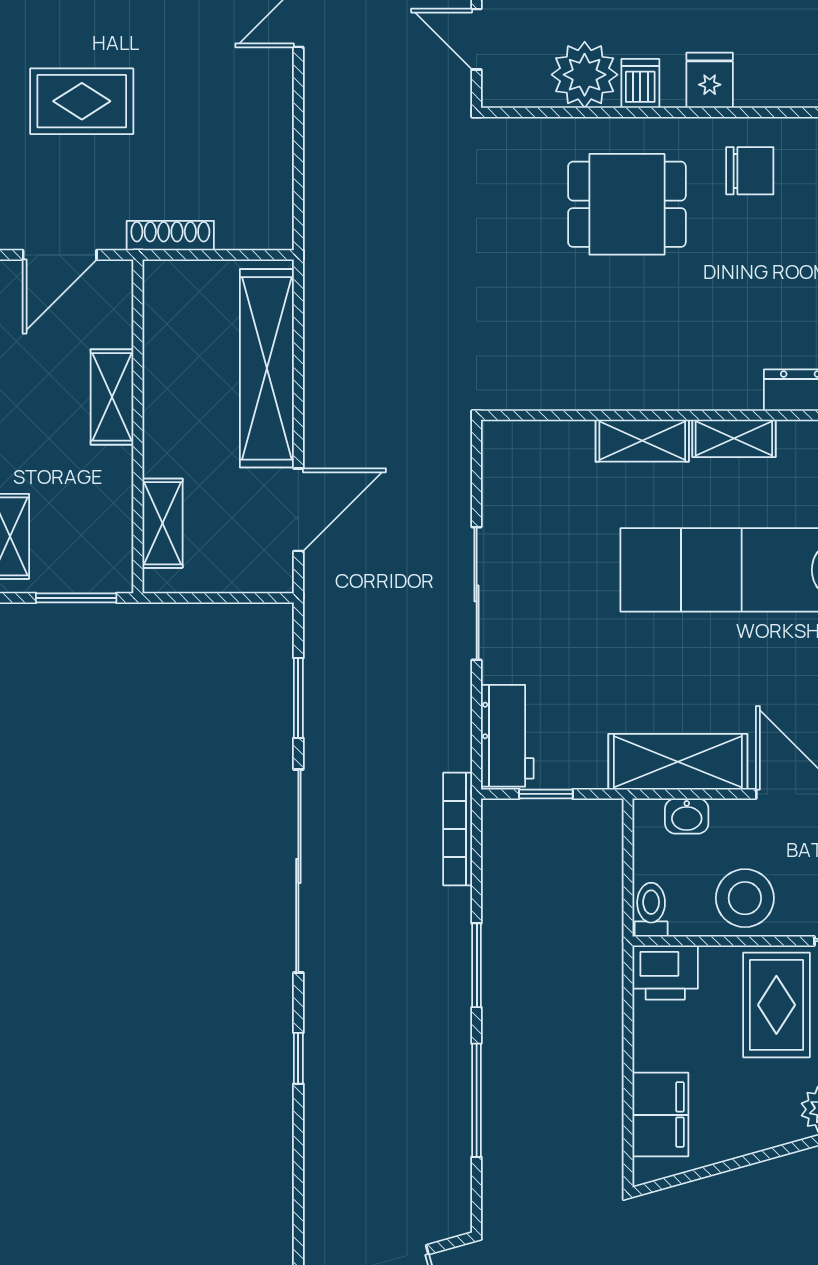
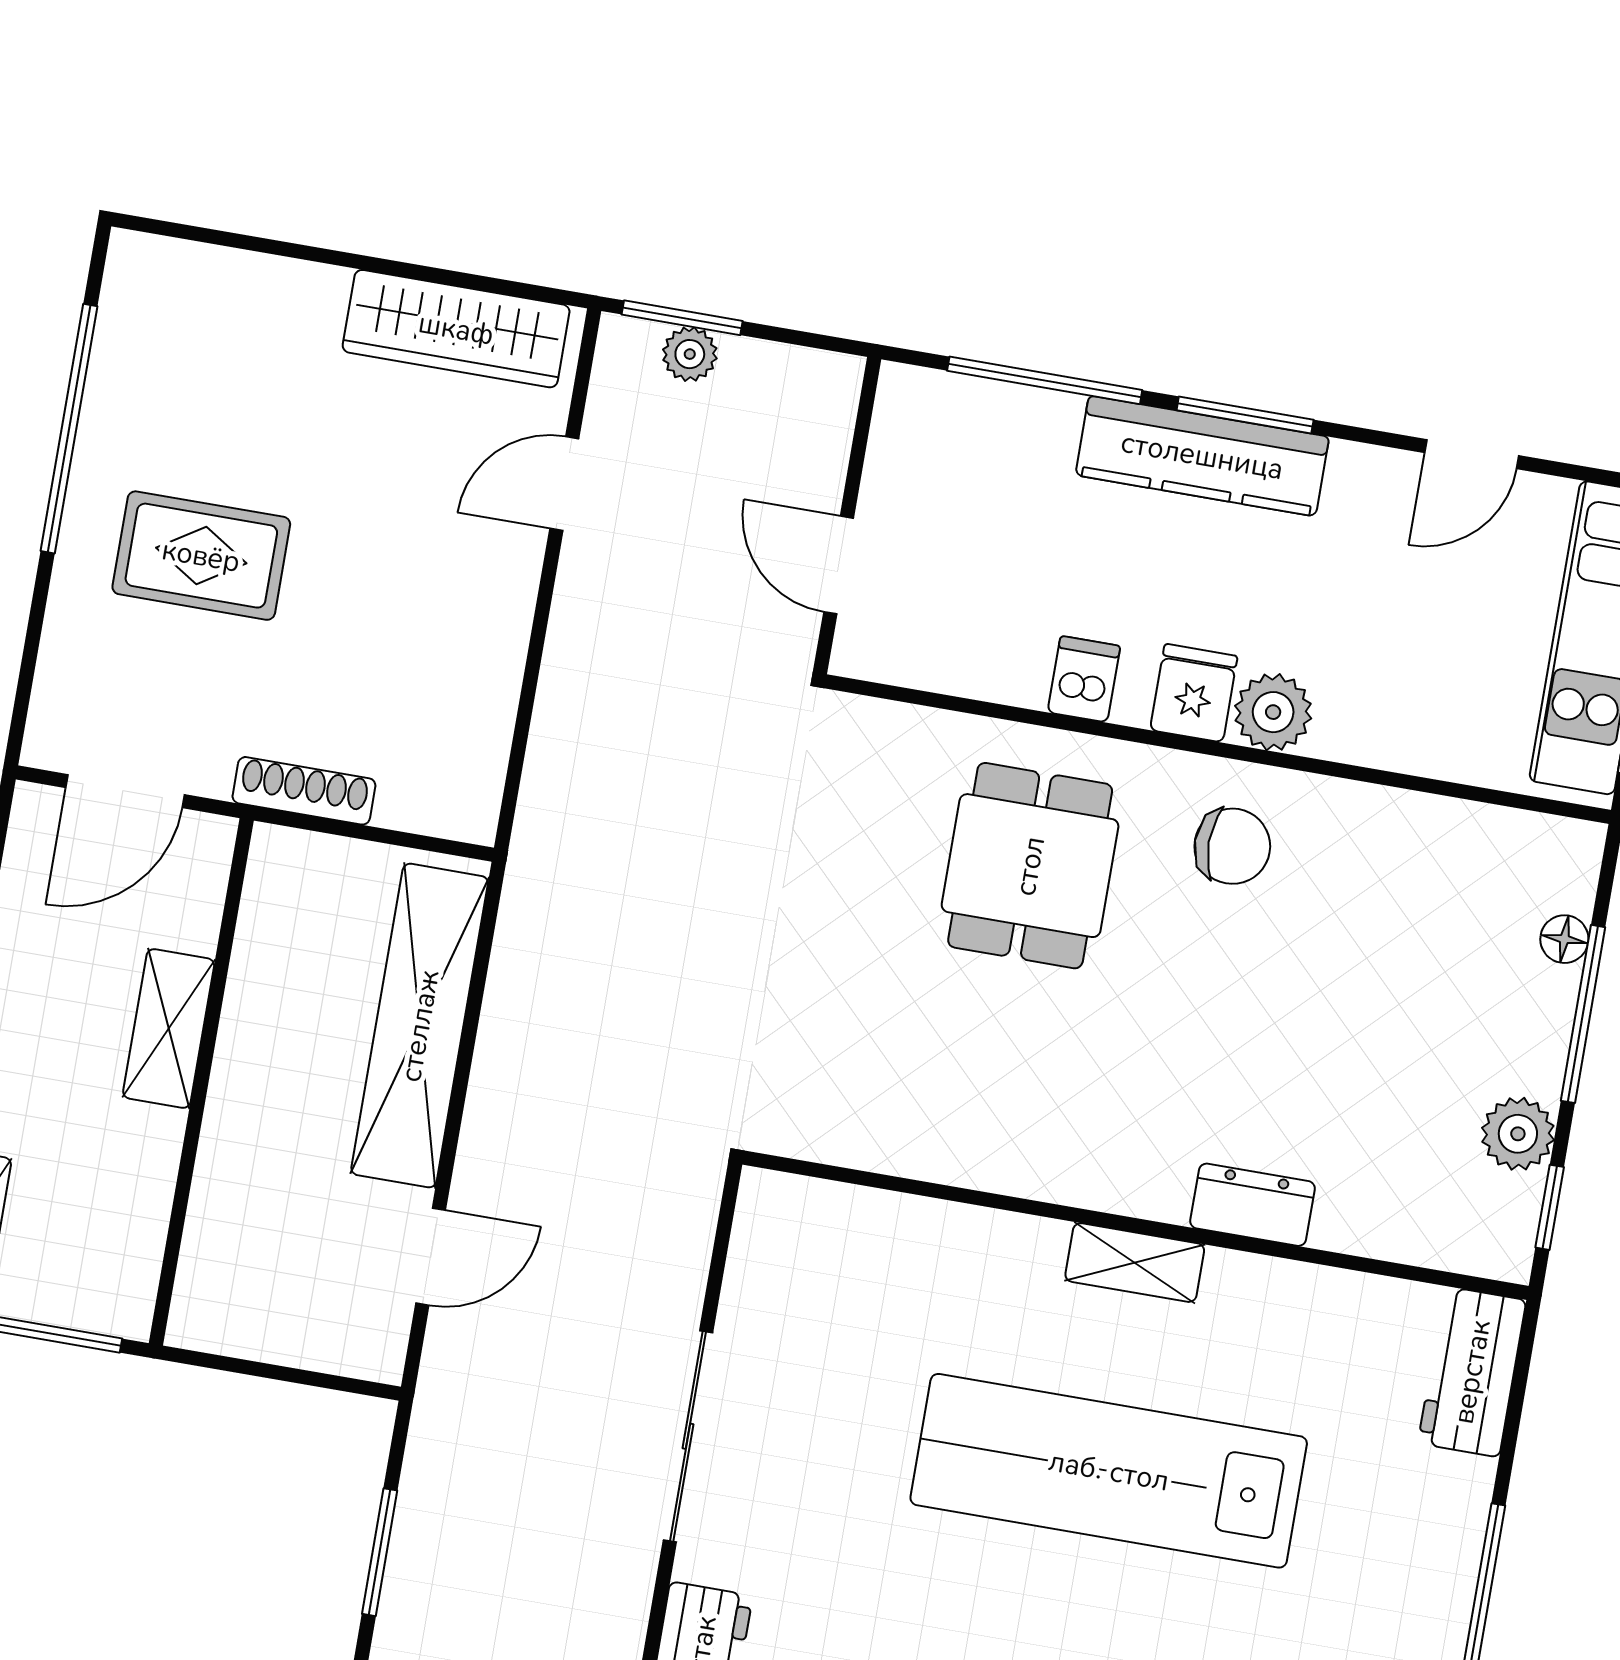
plant: (585, 75) -> (1273, 712), moved, width x0.73, depth x0.73
dining table: (627, 204) -> (1030, 866), turned 90
shelving: (642, 441) -> (990, 1241), removed
door: (298, 510) -> (431, 1257), width x0.73
shelving: (162, 523) -> (214, 1241), removed

